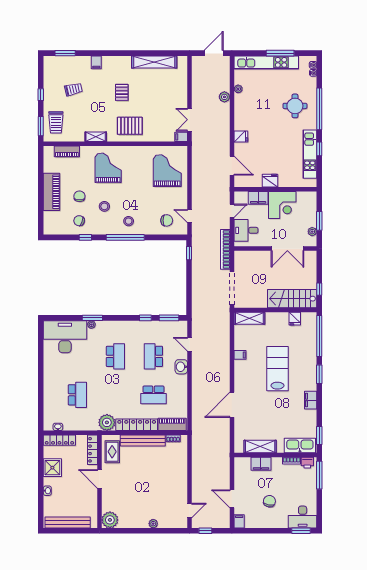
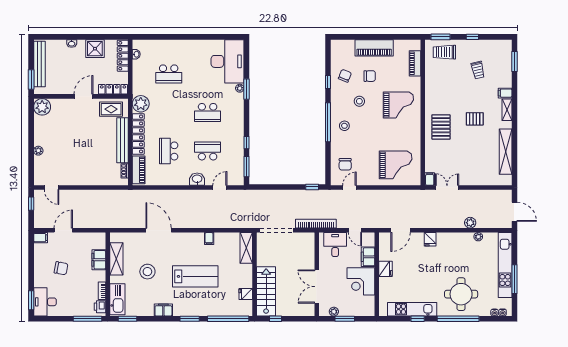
round table: (295, 106) -> (461, 294), width x1.36, depth x1.36
shelving: (96, 137) -> (507, 110), moved
stool: (273, 416) -> (147, 272), added
window: (83, 531) -> (31, 79), added

